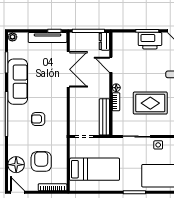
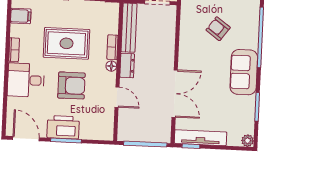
dresser: (104, 41) -> (127, 66), moved
double door: (68, 69) -> (175, 94), swing flipped
armchair: (145, 72) -> (71, 86), added
sofa: (18, 82) -> (244, 72), width x0.73
armchair: (38, 119) -> (218, 29), turned -144

